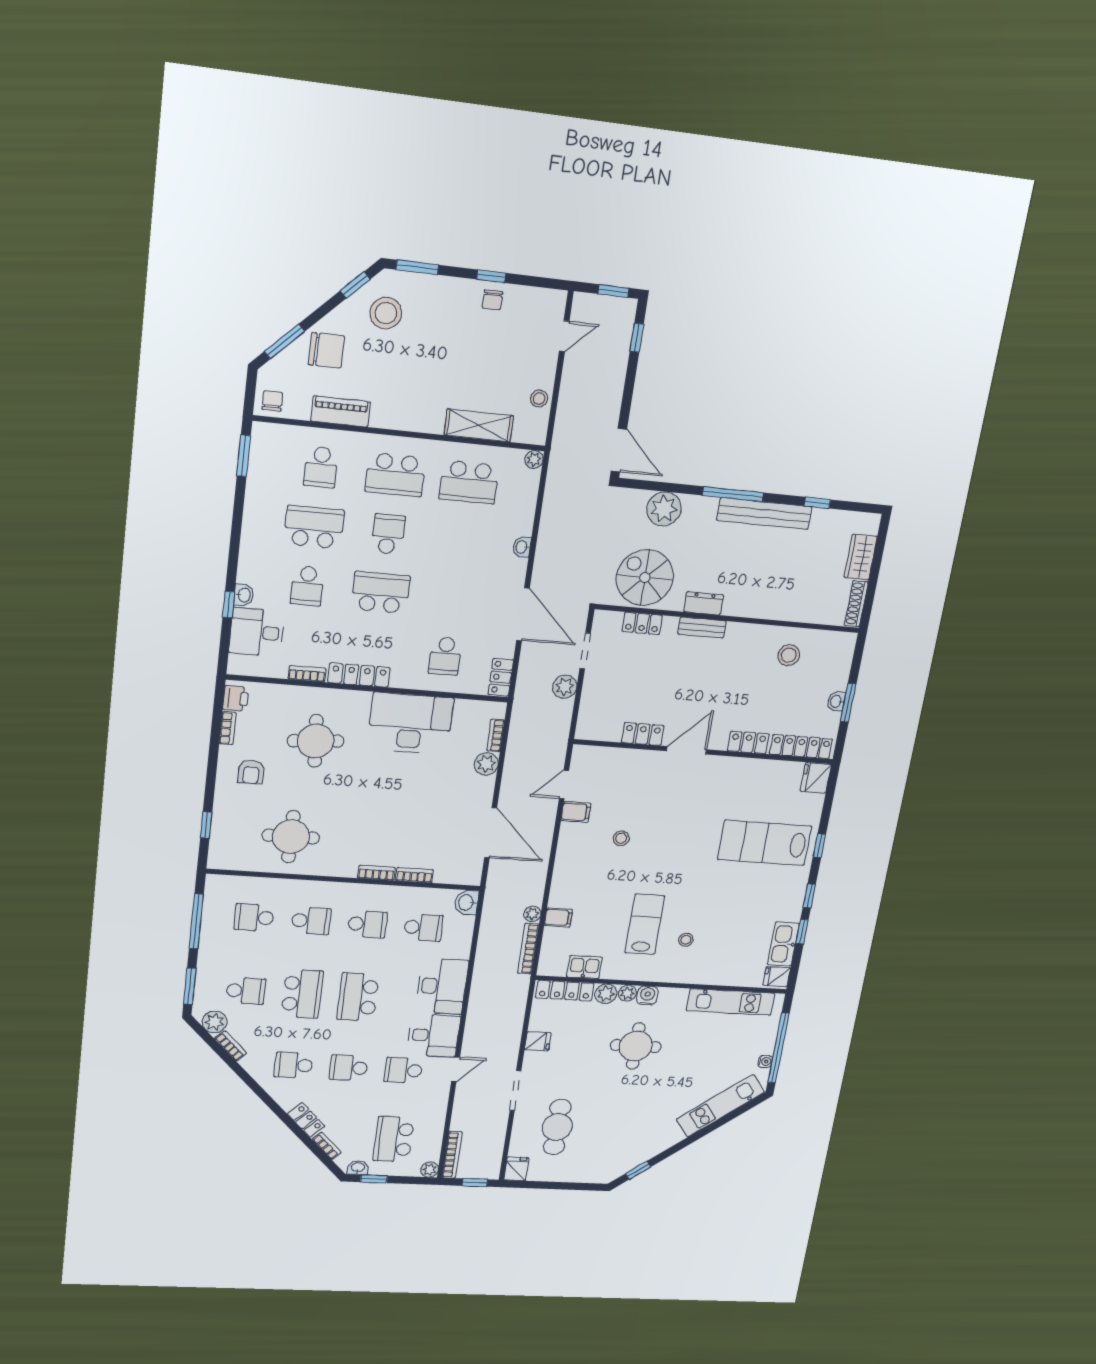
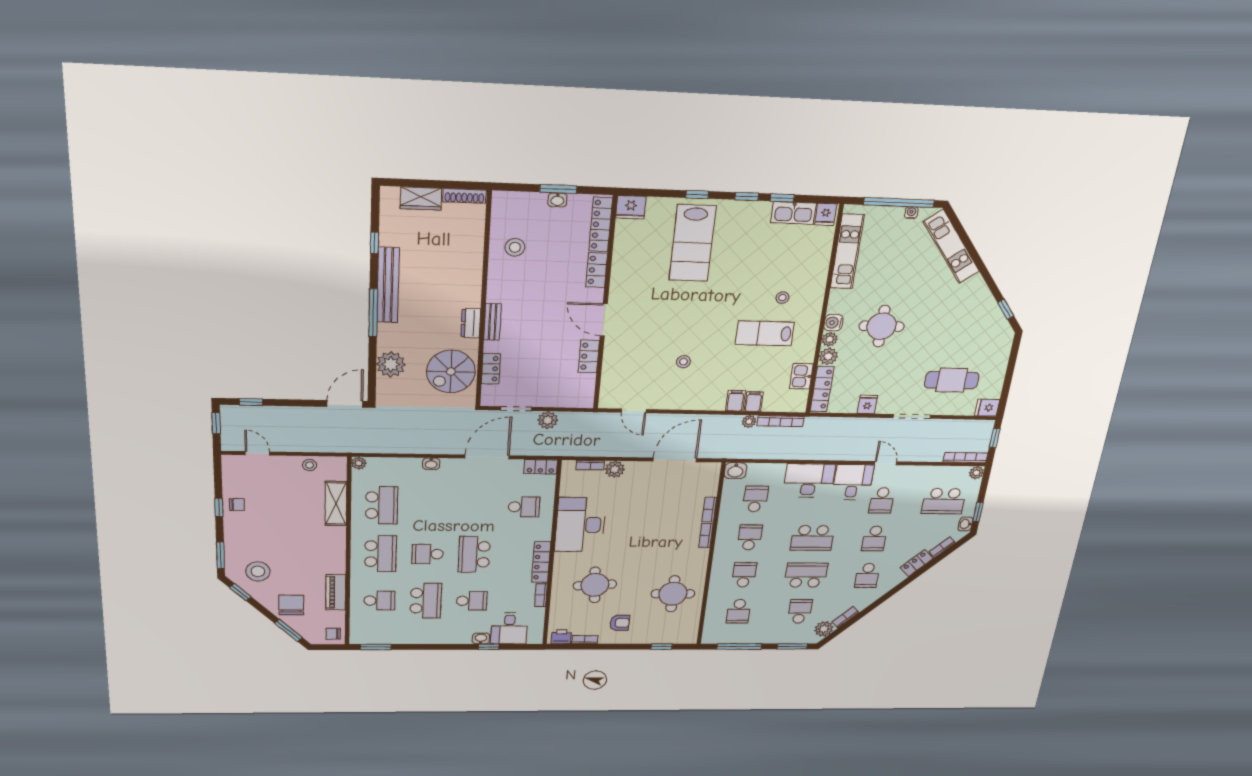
school desk: (314, 527) -> (426, 601), turned 180
filing cabinet: (576, 812) -> (736, 401), moved

